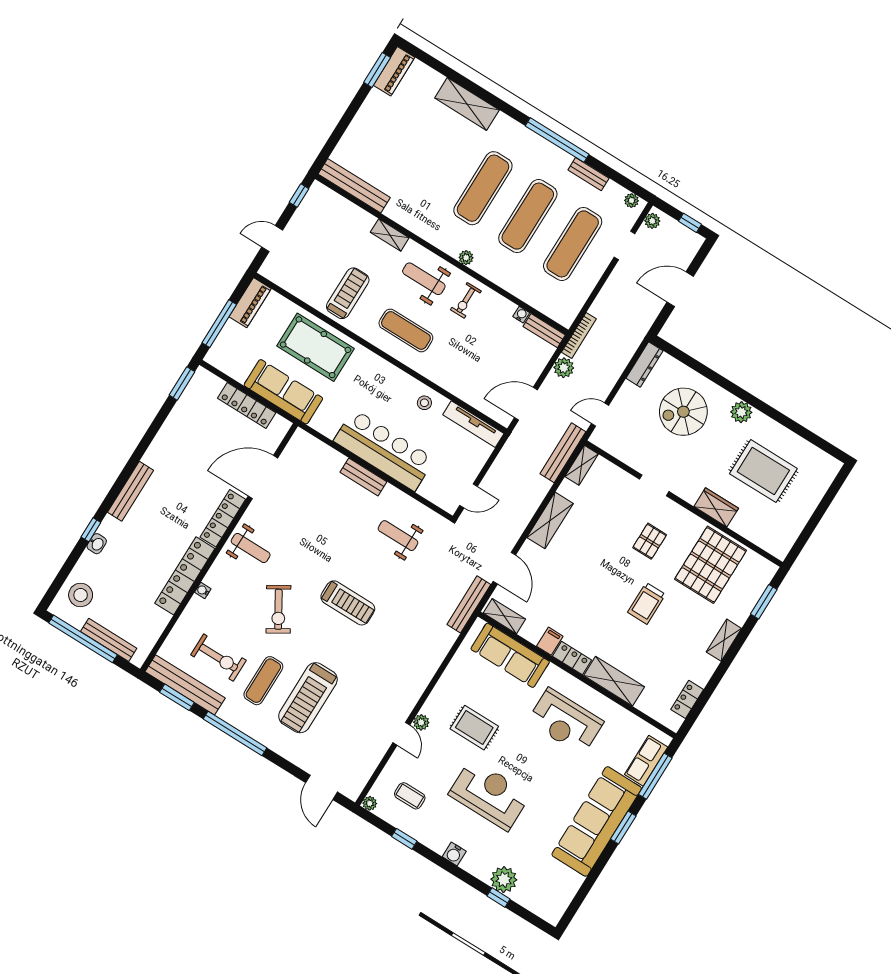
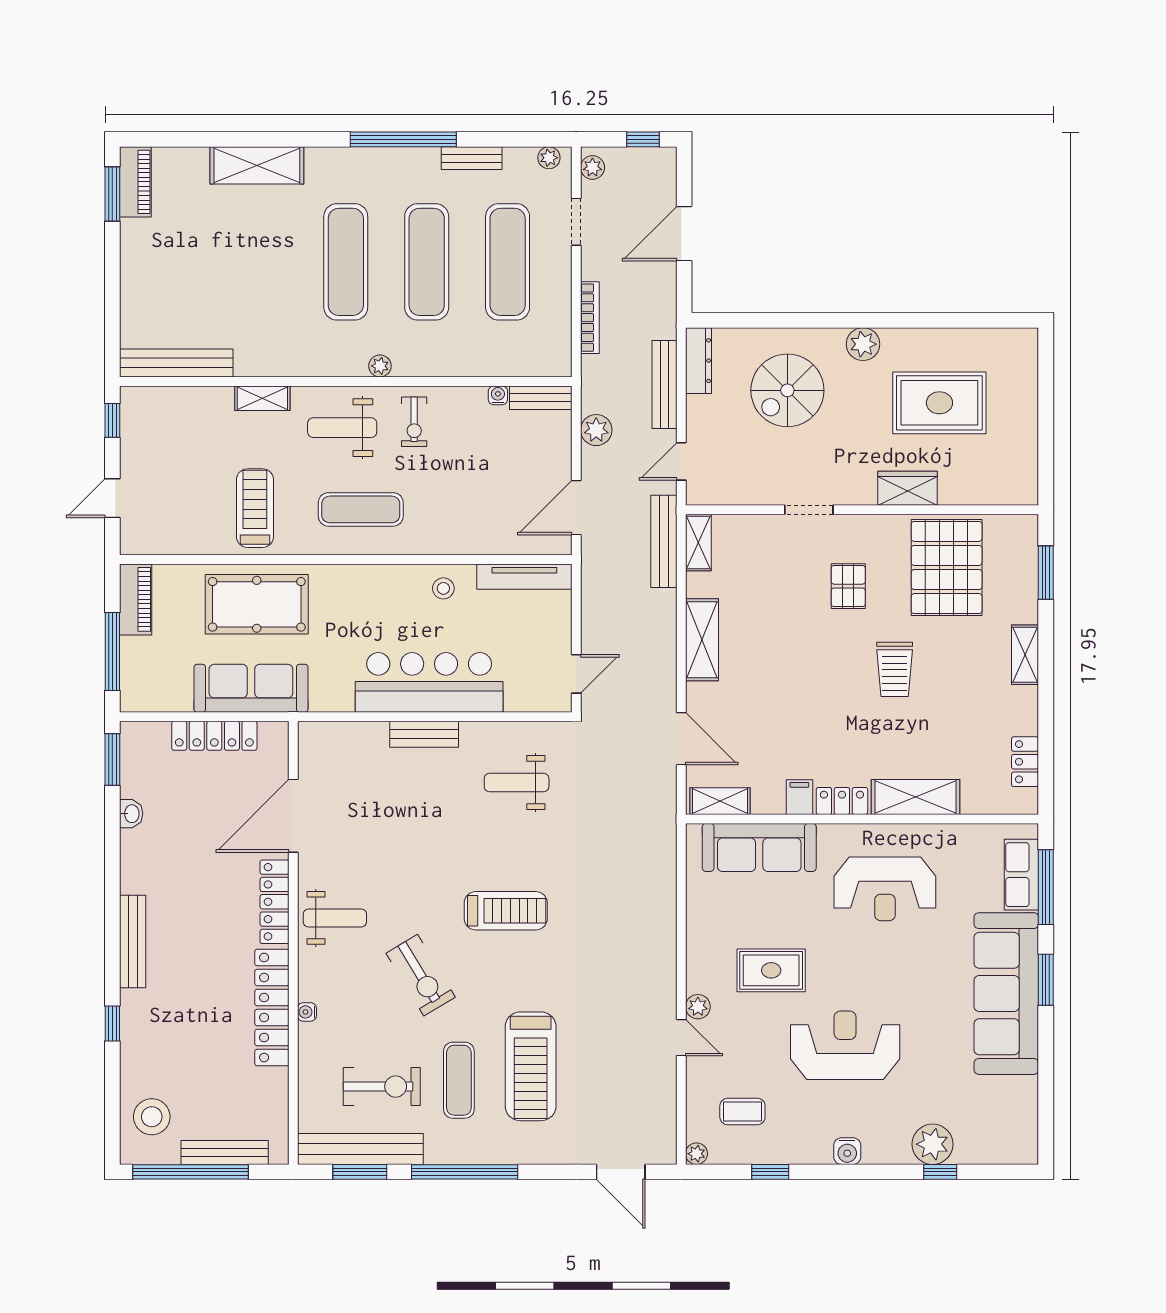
bookcase: (579, 336) -> (590, 318), moved
washbasin: (97, 544) -> (131, 814), moved
bench: (469, 604) -> (664, 385), moved

